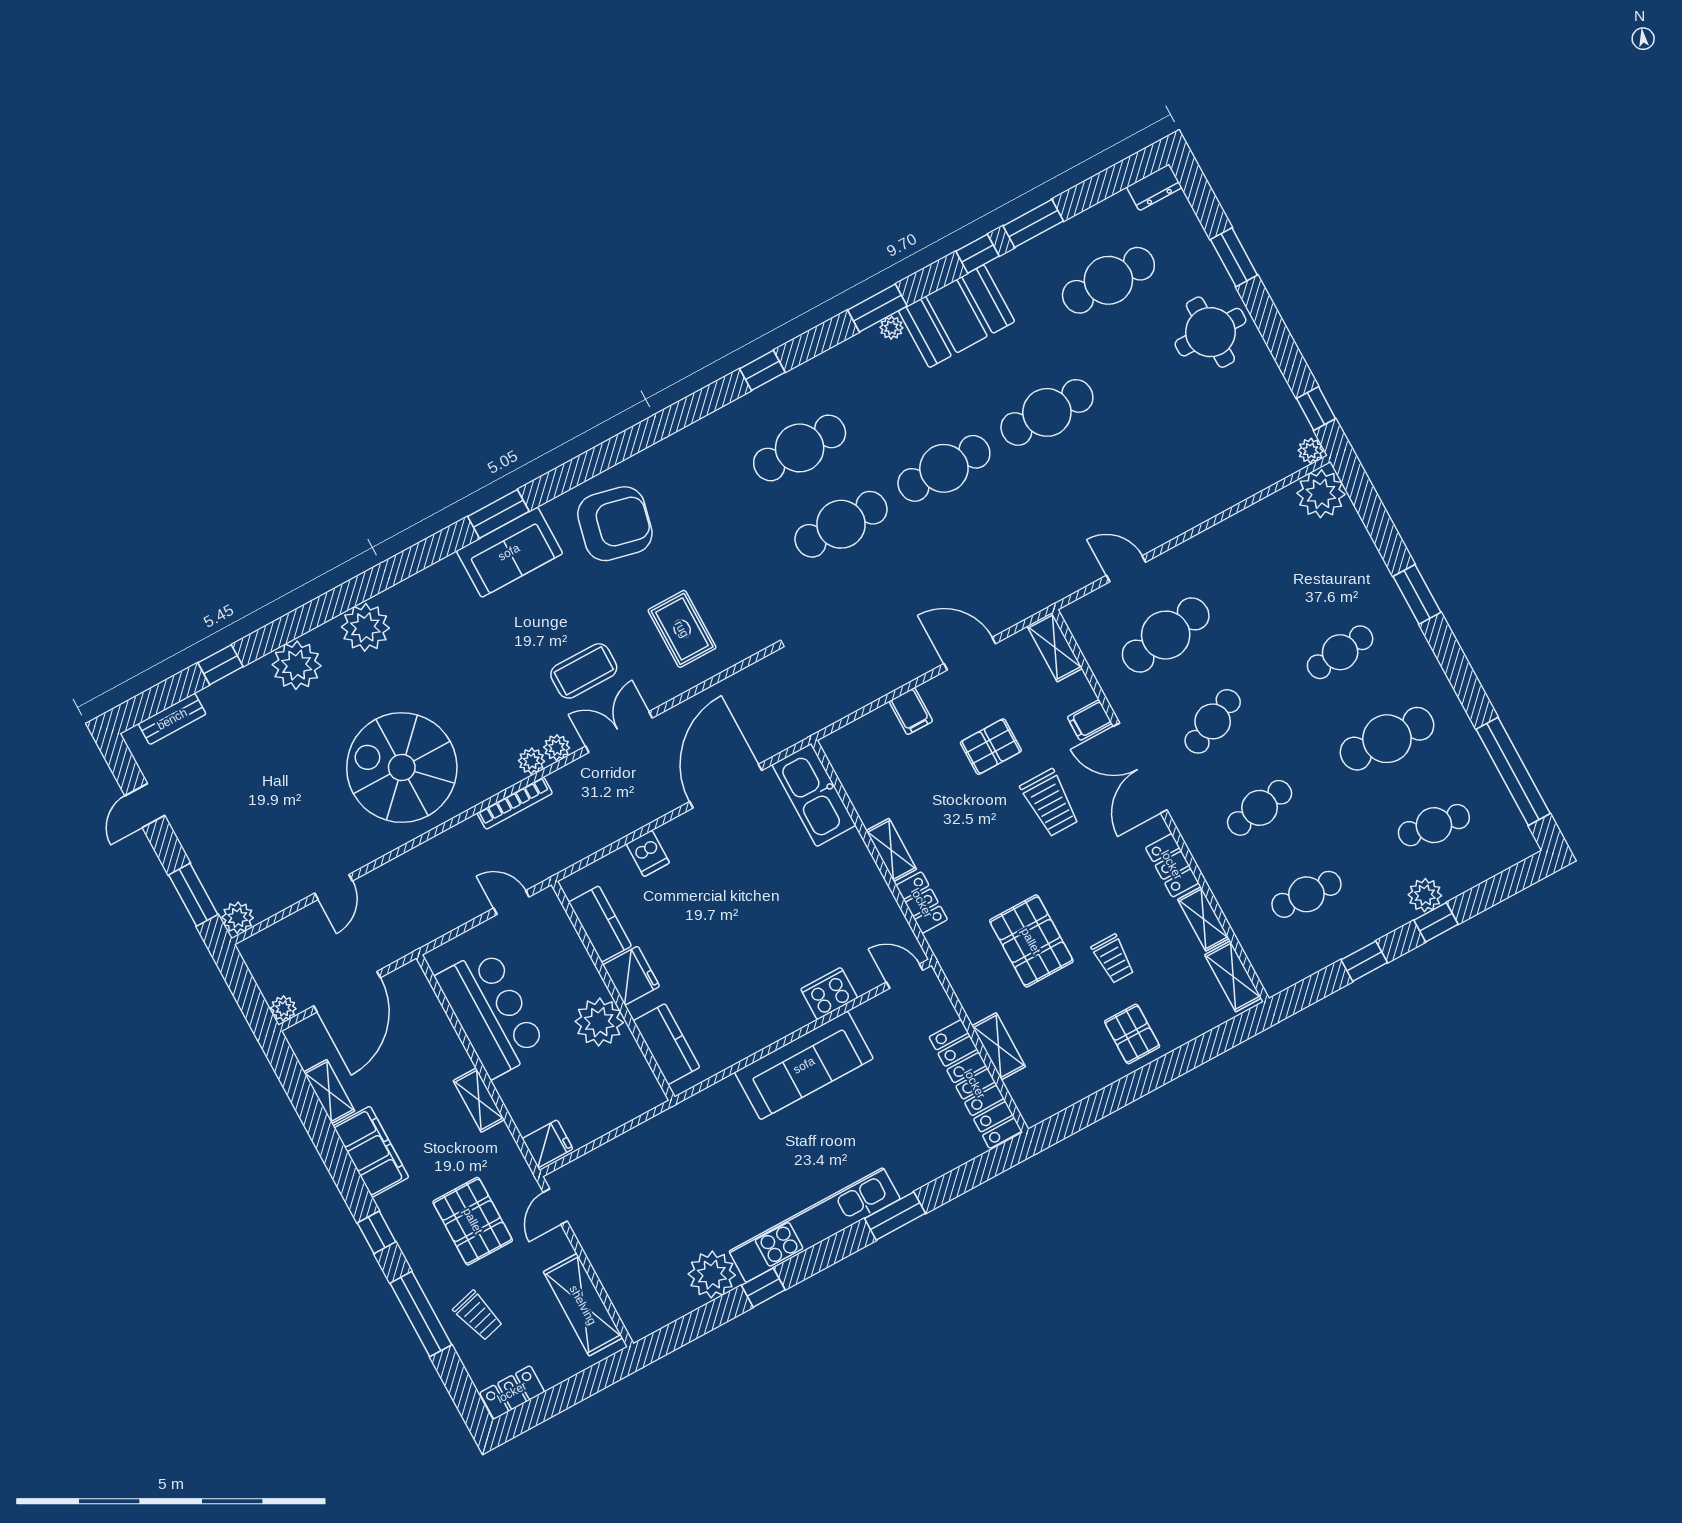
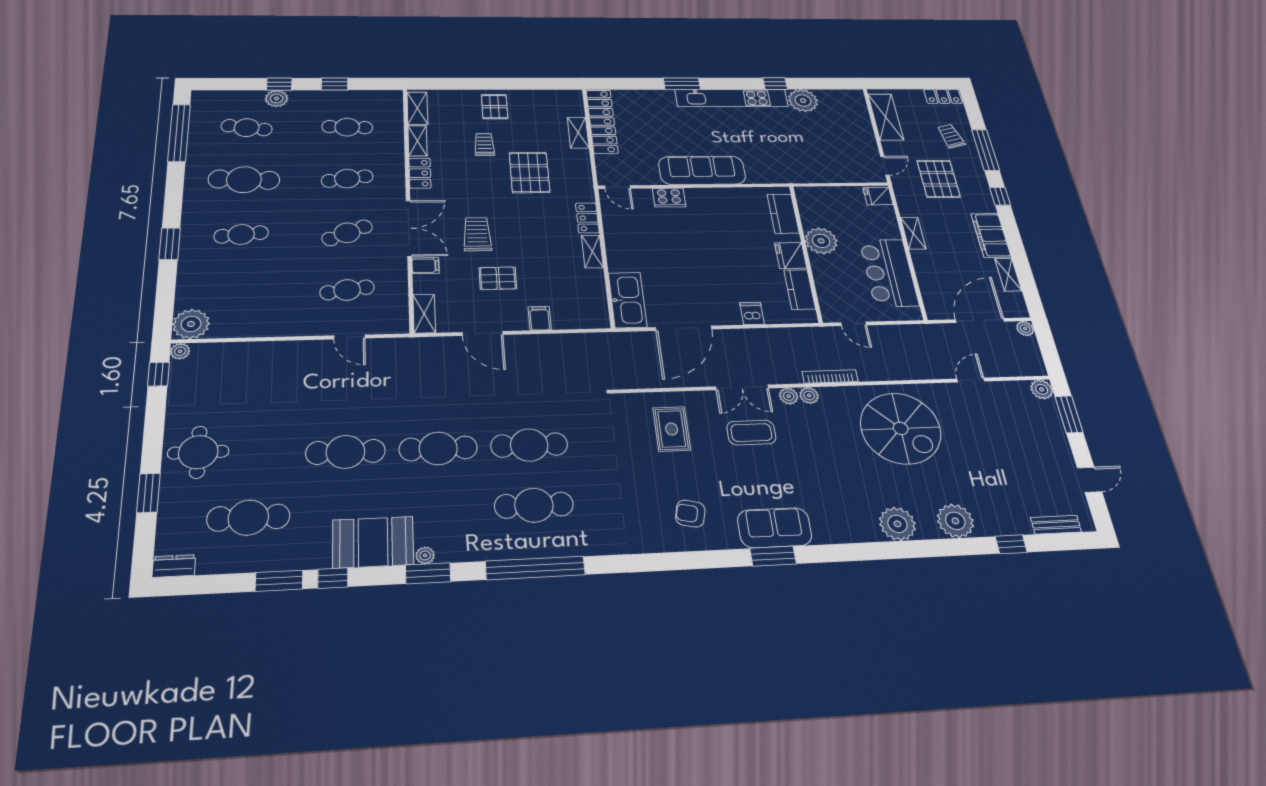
window: (762, 370) -> (535, 568), width x3.17
armchair: (615, 524) -> (690, 514), width x0.53, depth x0.53
cafe table: (1166, 635) -> (347, 290), width x0.73, depth x0.74

